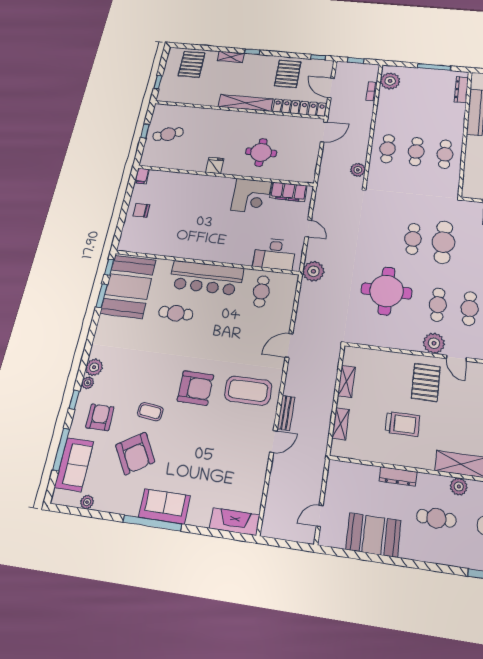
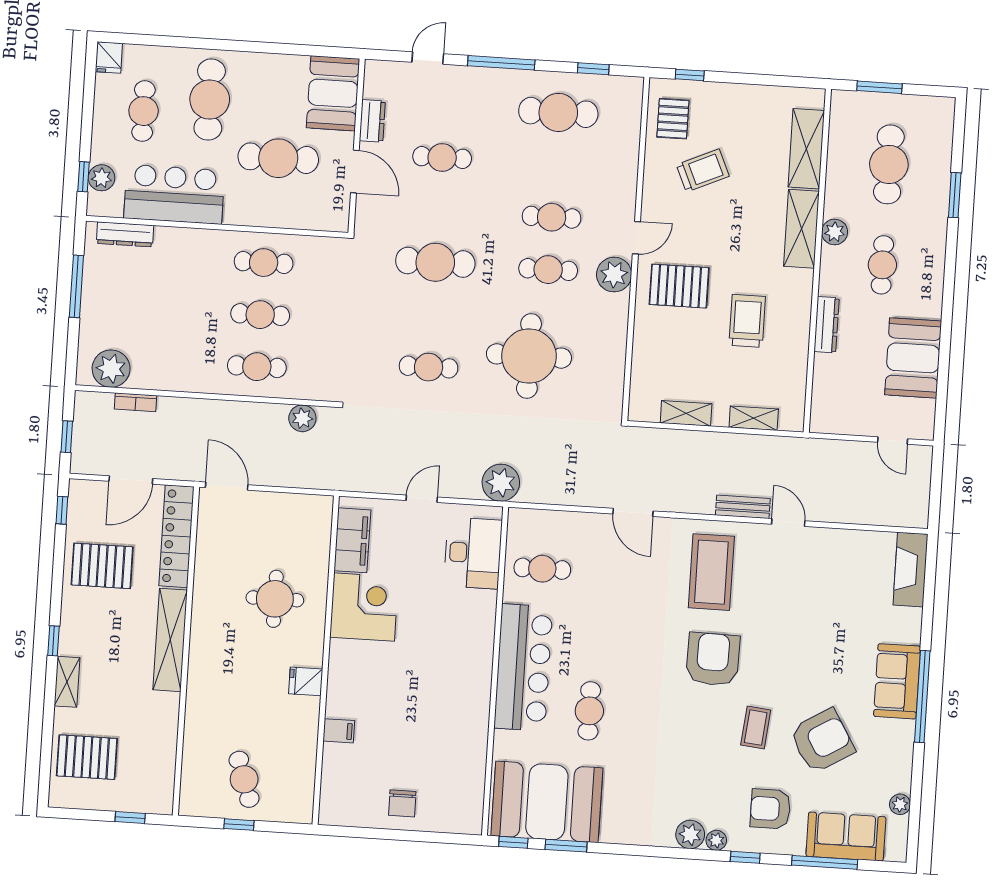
filing cabinet: (142, 176) -> (339, 731), moved
cafe table: (413, 239) -> (429, 367), moved

